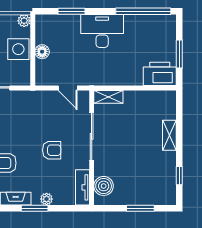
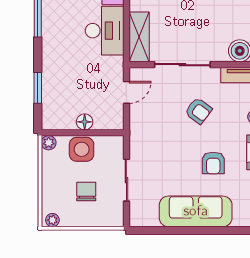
desk: (102, 31) -> (105, 31), moved, turned 180
shelving: (108, 97) -> (139, 37), width x1.50, depth x1.33
armchair: (52, 150) -> (198, 111), turned 127

